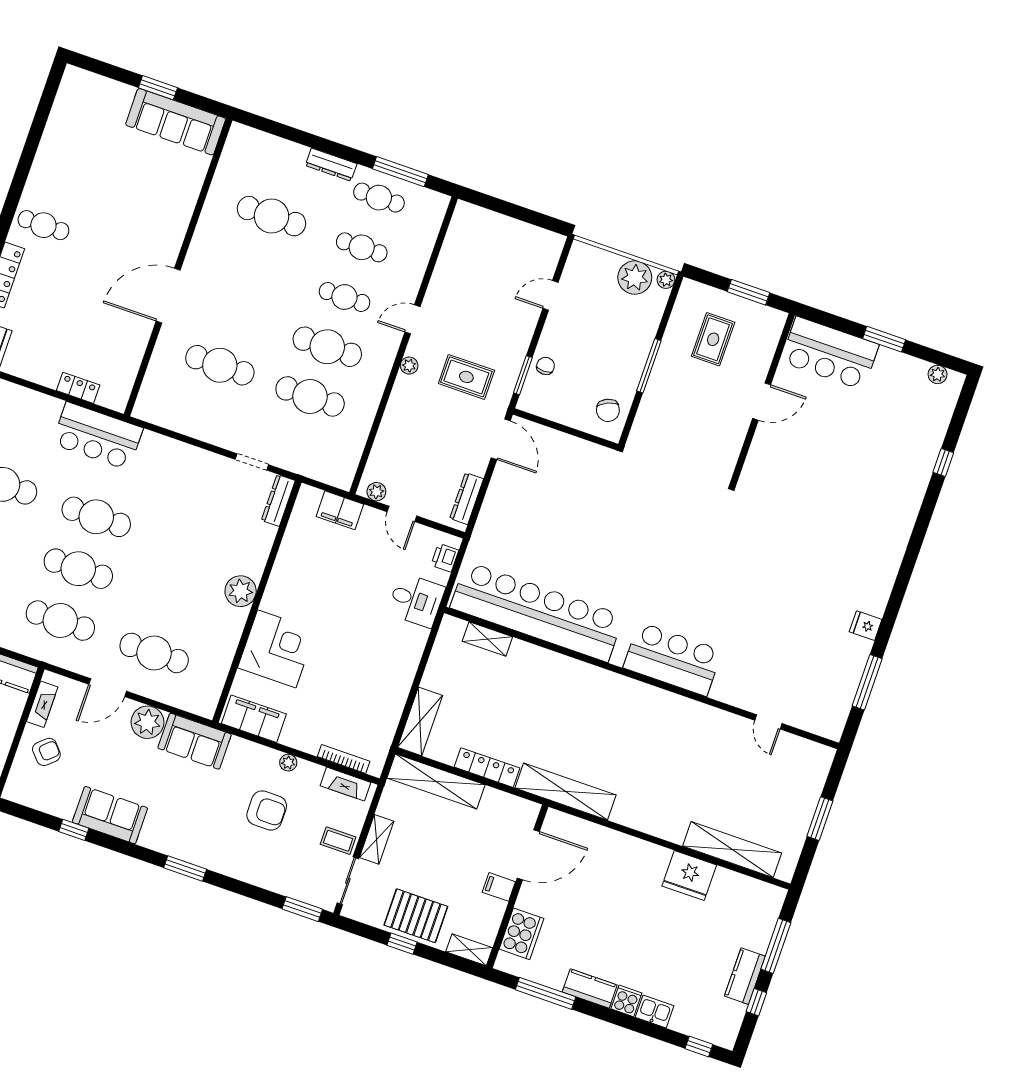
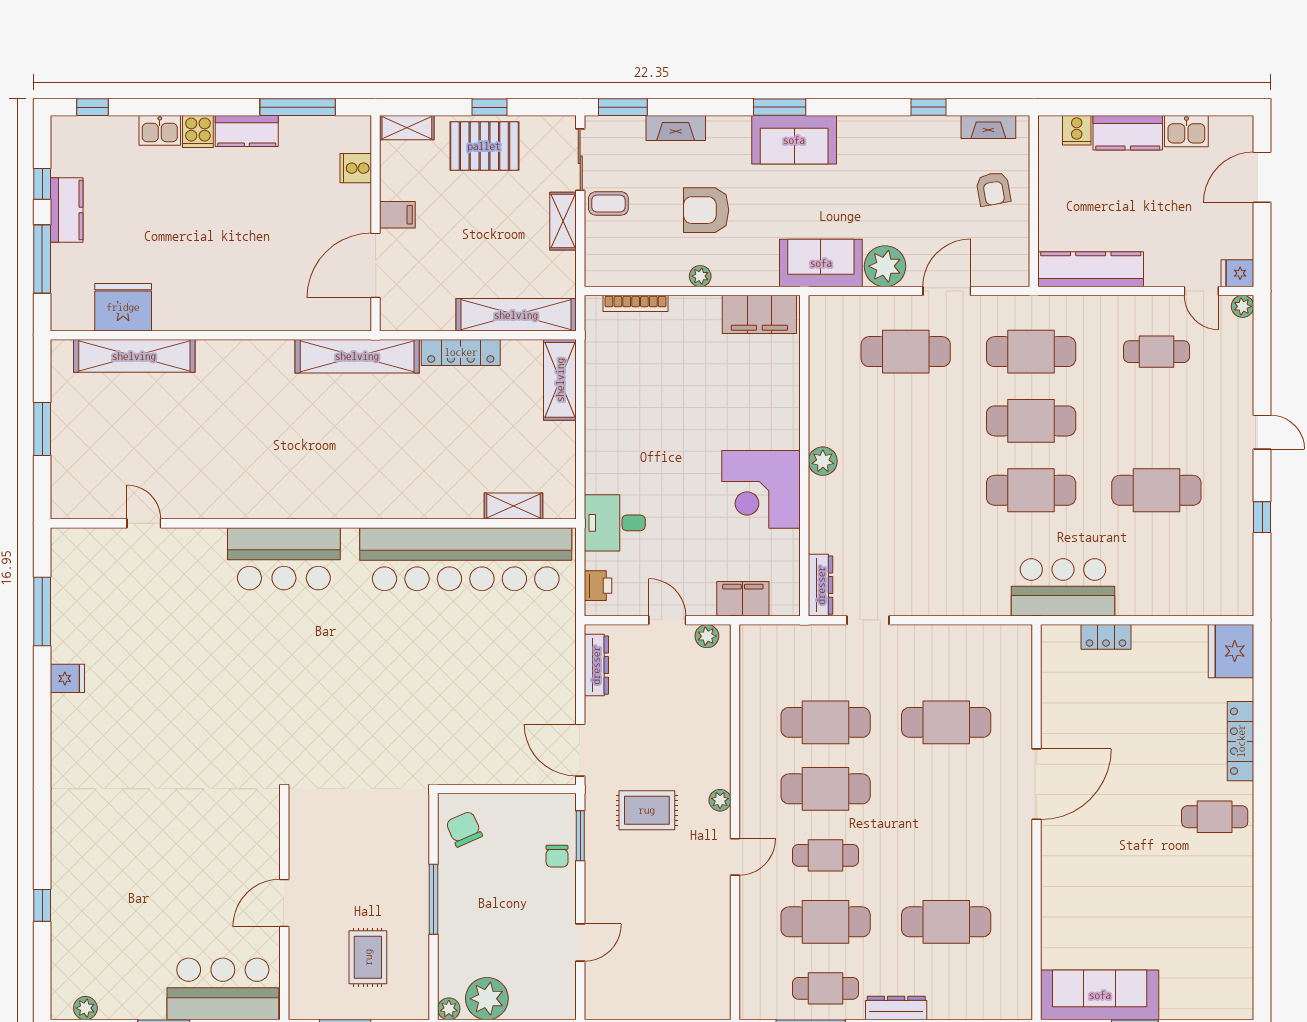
cafe table: (362, 247) -> (826, 922), width x1.37, depth x1.35
plant: (241, 591) -> (823, 461), width x0.73, depth x0.73
corner desk: (277, 649) -> (761, 489), moved
fireplace: (42, 704) -> (988, 127), moved, turned -90
armchair: (46, 752) -> (993, 189), turned -58
fireplace: (346, 784) -> (676, 128), moved, turned 180
sofa: (110, 815) -> (794, 140), moved
fridge: (689, 875) -> (123, 307), moved
cooker: (521, 934) -> (356, 168), width x0.53, depth x0.76

